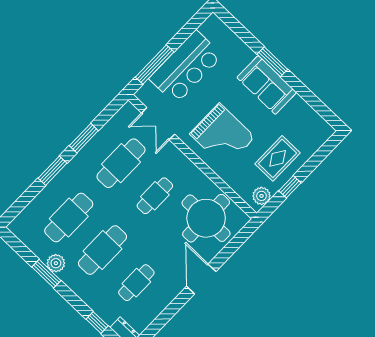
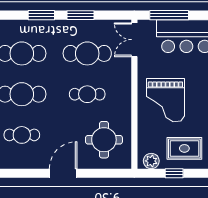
double door: (158, 124) -> (134, 40), moved
round table: (206, 218) -> (104, 140), width x0.73, depth x0.73

